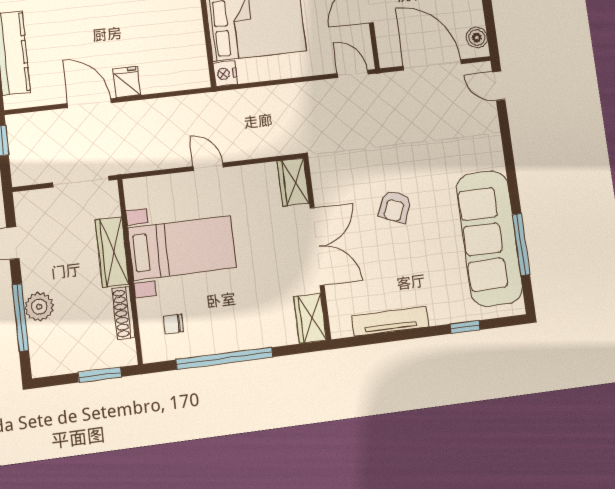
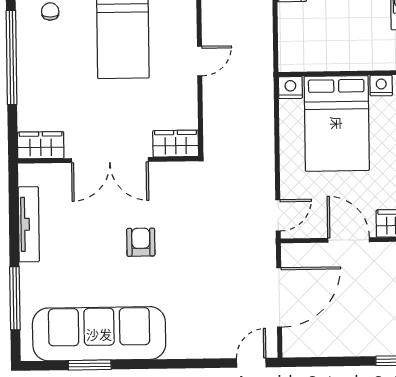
boiler: (477, 37) -> (303, 347), removed
armchair: (395, 207) -> (141, 242), turned 67
window: (521, 245) -> (90, 365), width x0.69
window: (465, 327) -> (15, 298), width x2.17

